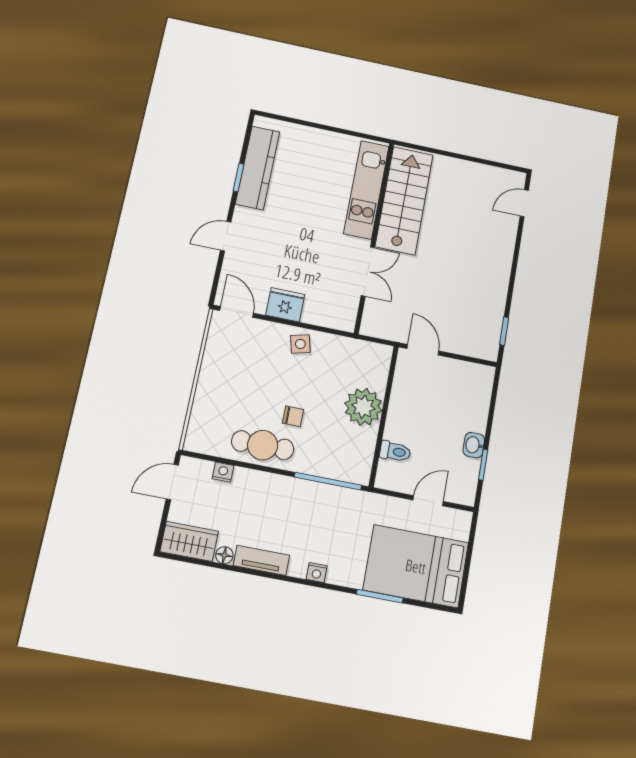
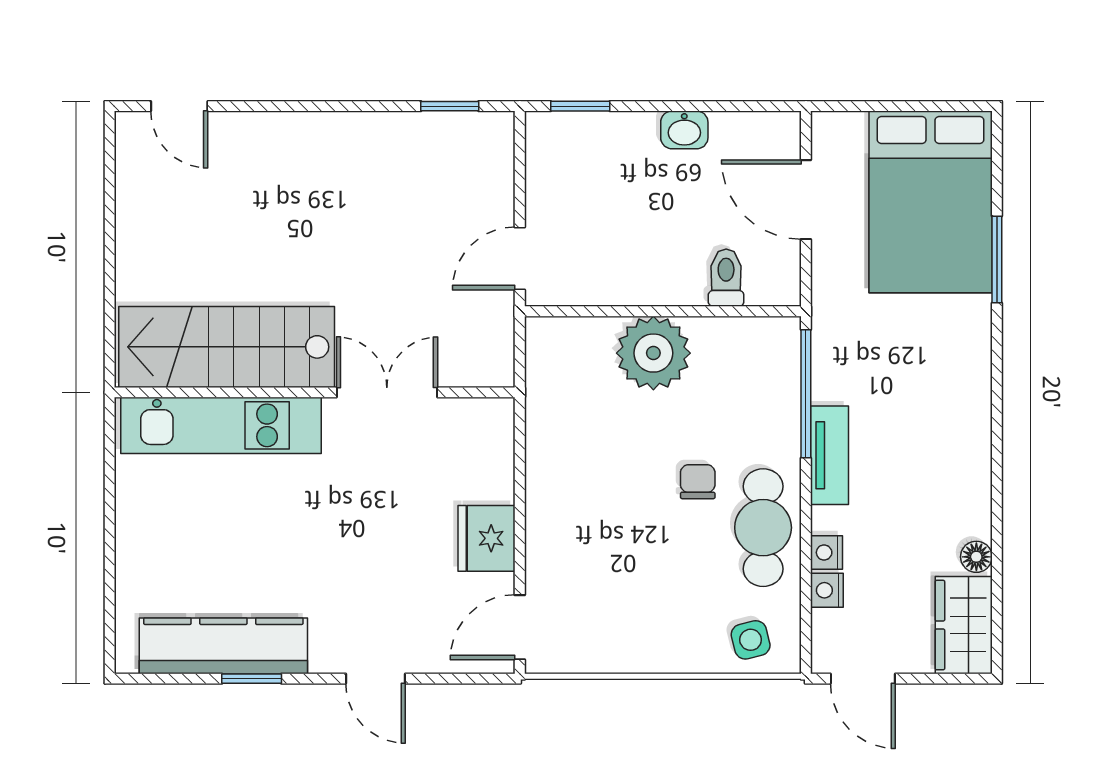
side table: (300, 344) -> (751, 640), moved
window: (483, 465) -> (580, 106), moved
door: (428, 501) -> (806, 200), width x1.38
tv unit: (261, 560) -> (830, 455), moved, turned 180
nightstand: (317, 573) -> (827, 552), moved, turned 180

